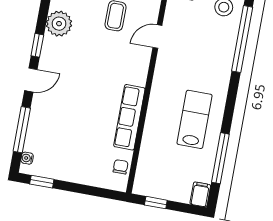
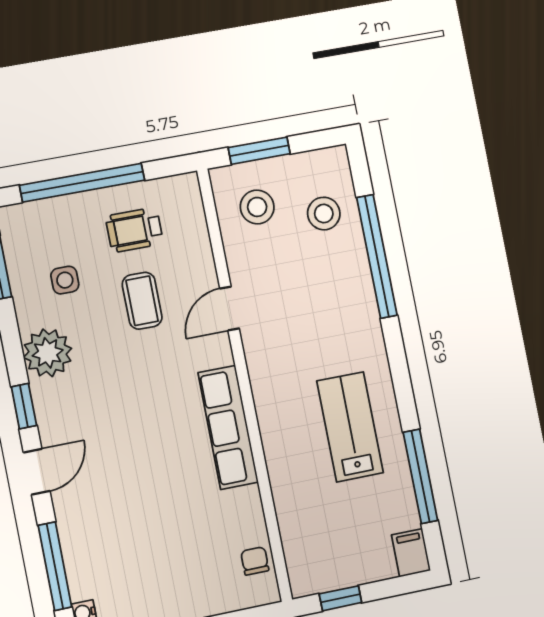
row of seats: (129, 117) -> (228, 427), moved

